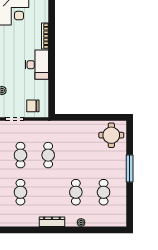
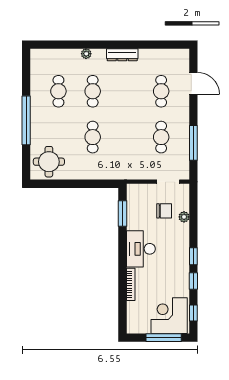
window: (52, 93) -> (122, 214), added
chair: (33, 106) -> (164, 211), moved
cafe table: (48, 155) -> (93, 137), moved
window: (130, 169) -> (26, 120), width x1.46

